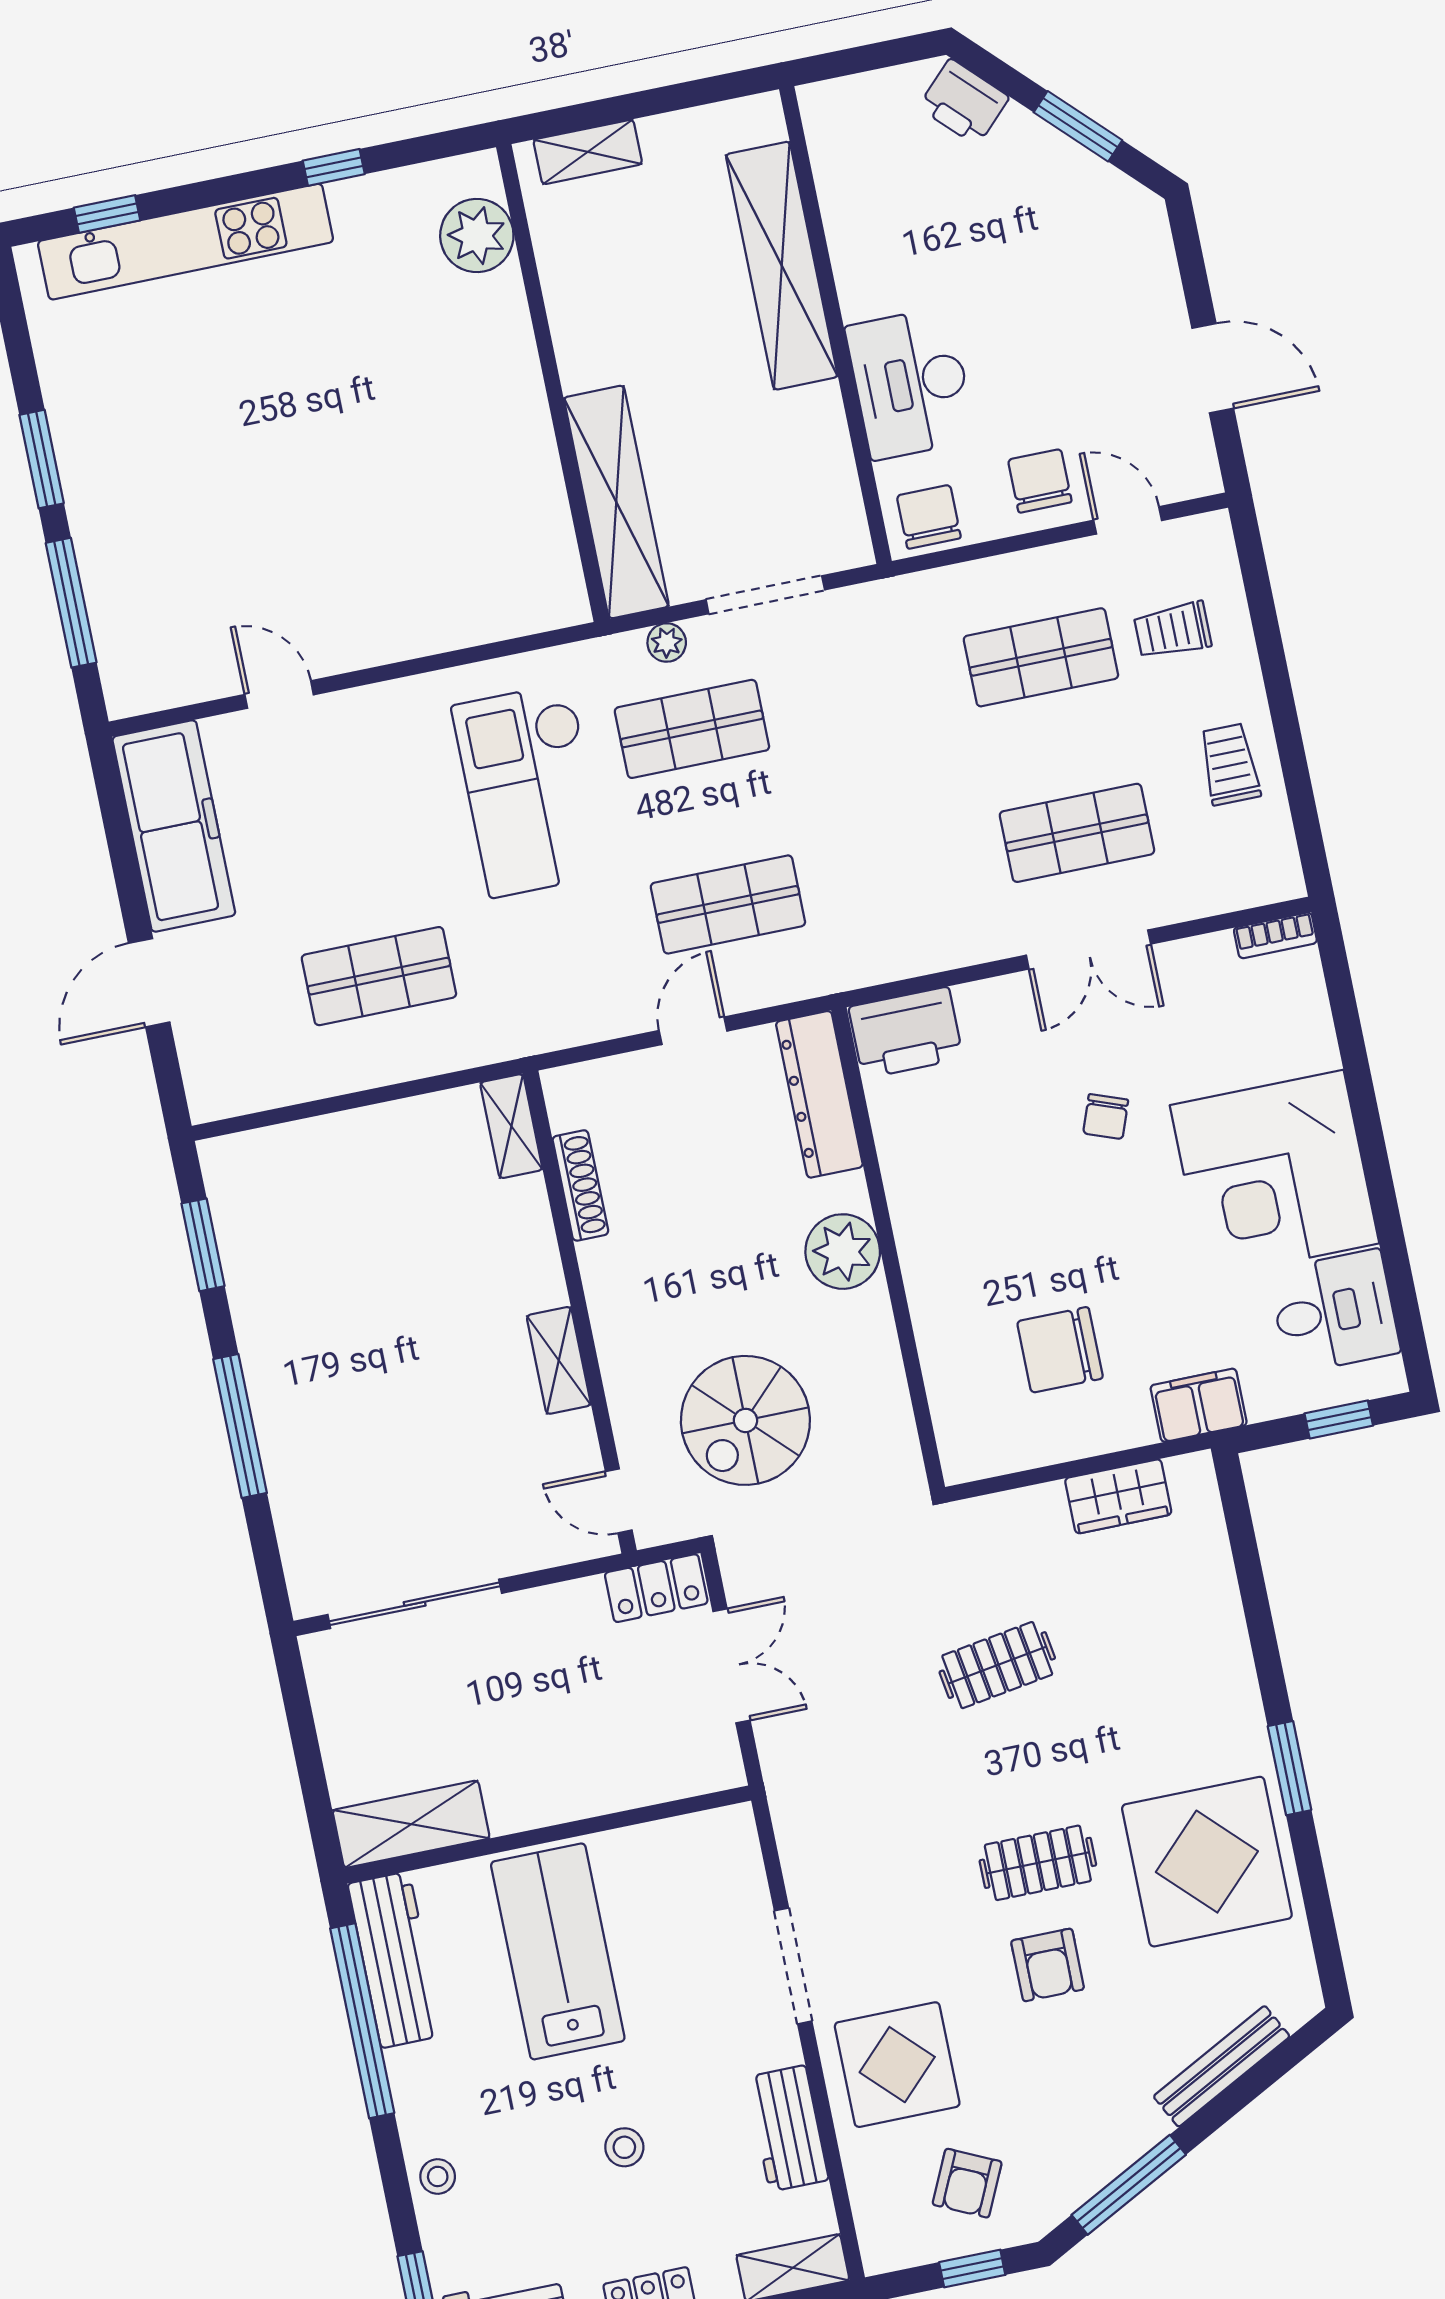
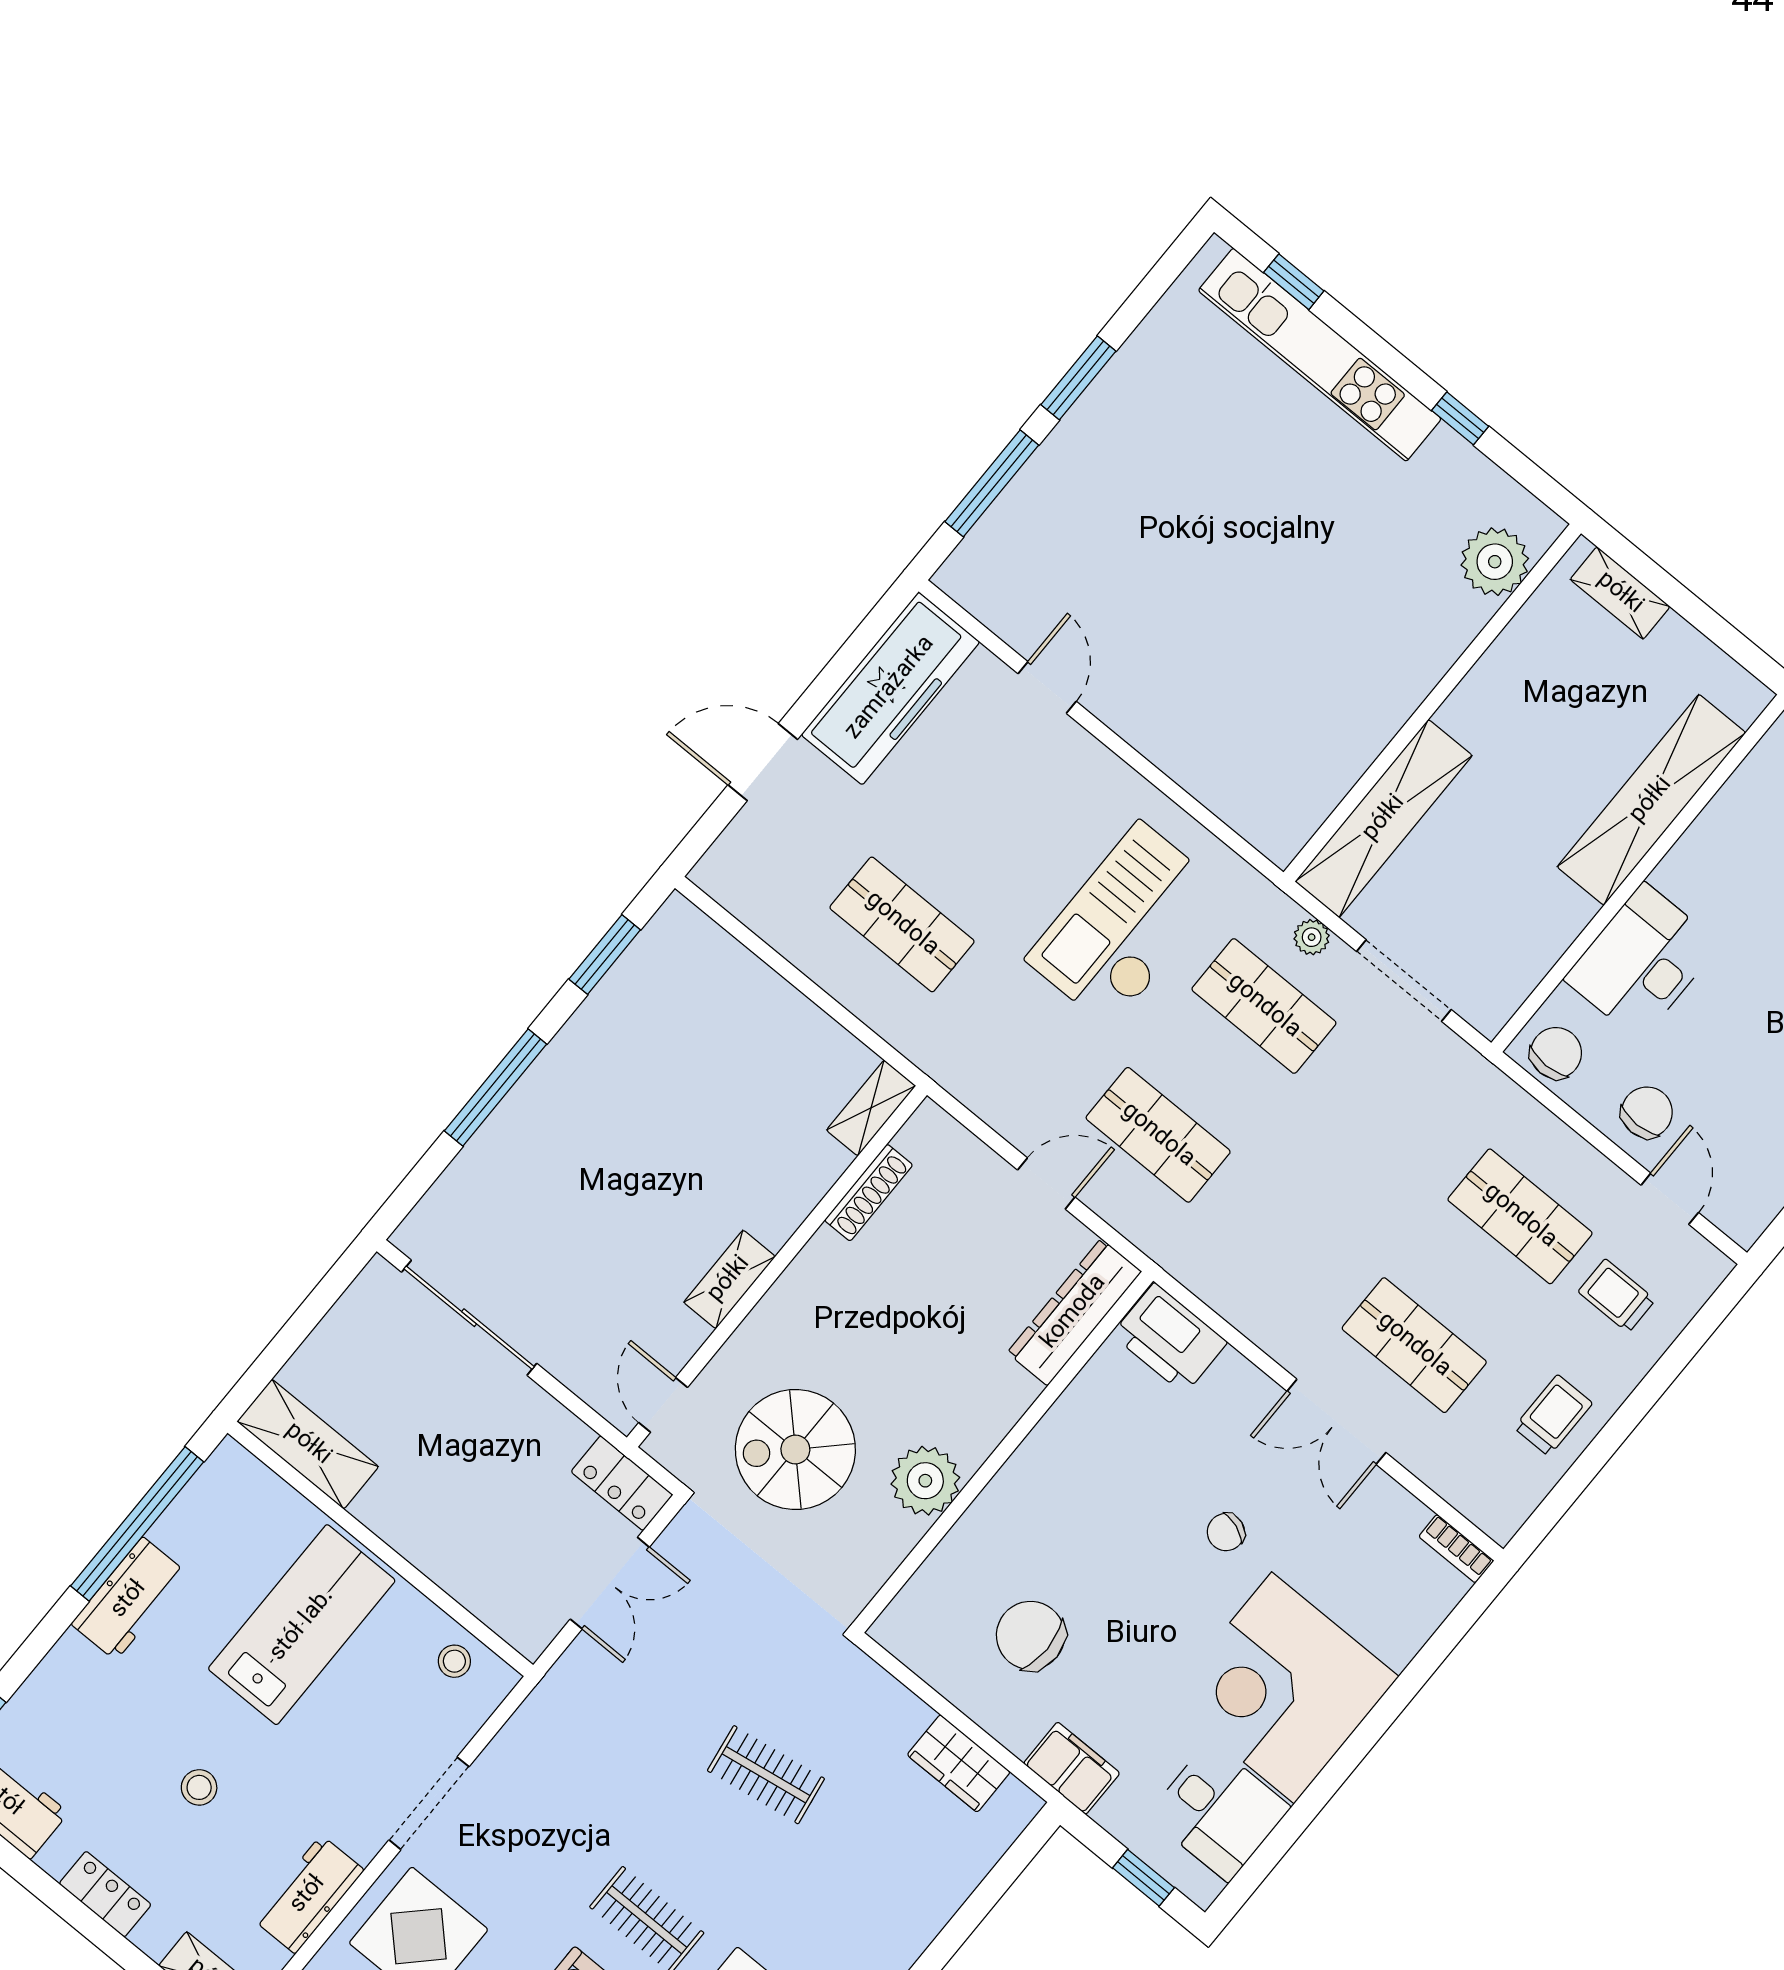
plant: (843, 1252) -> (925, 1481), moved
workbench: (395, 1960) -> (129, 1599), moved, width x0.73
stool: (438, 2176) -> (454, 1661), moved

